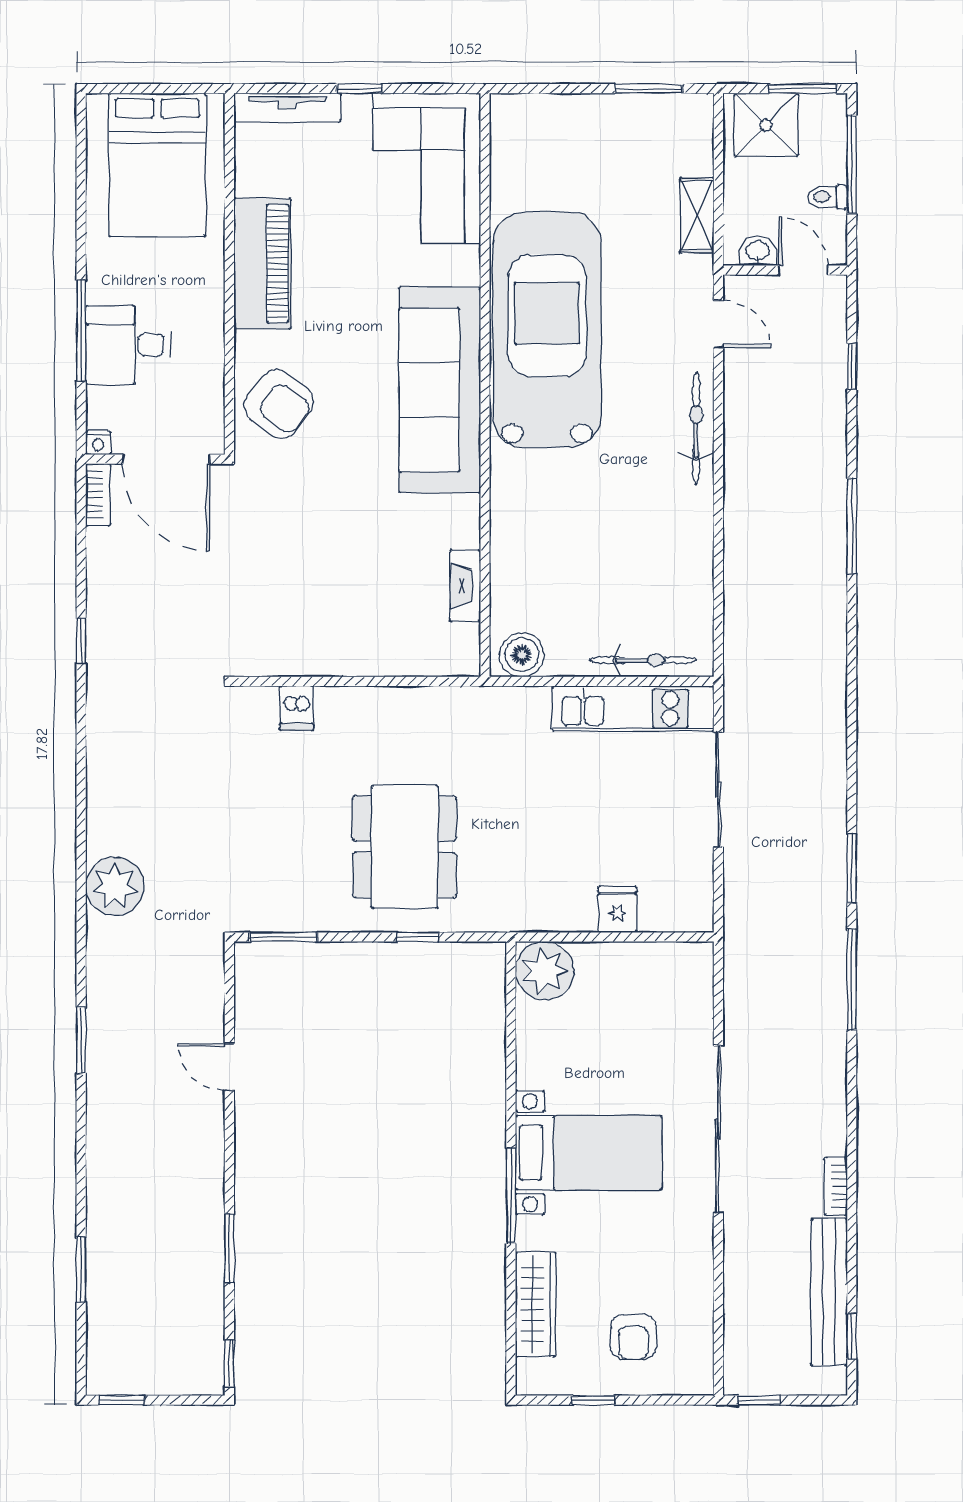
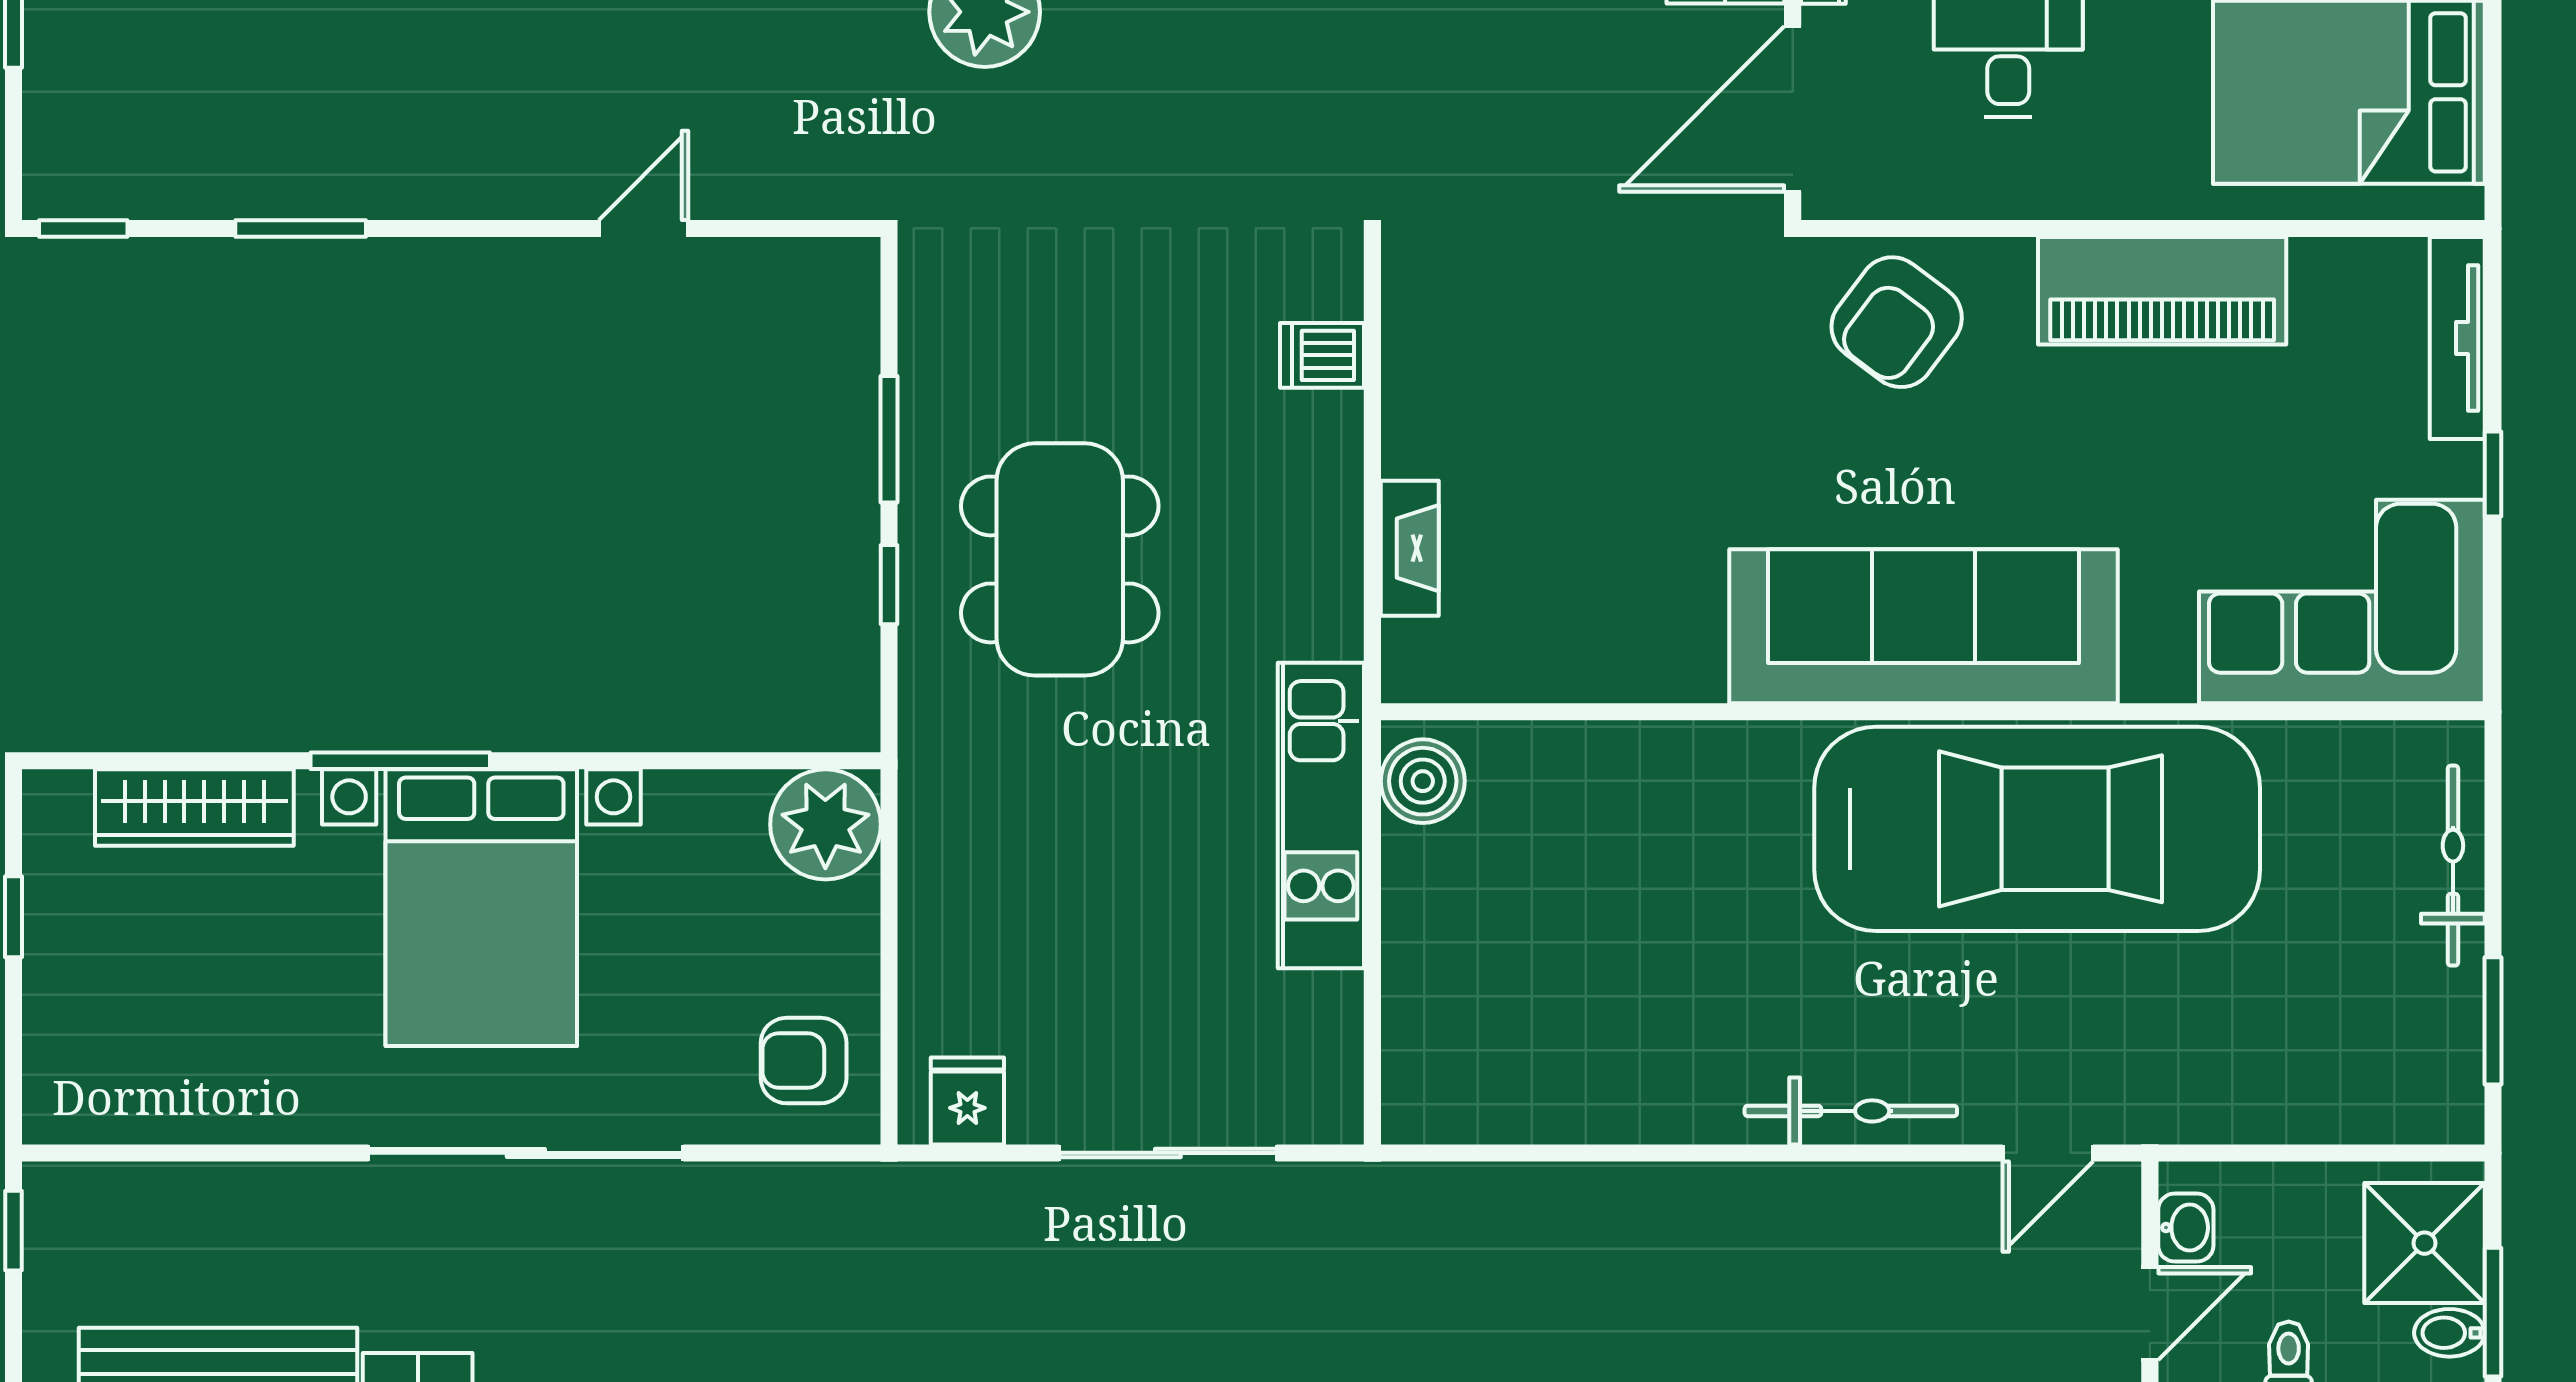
bidet: (813, 112) -> (2449, 1333), added
shelving: (697, 215) -> (2254, 1113), removed
fireplace: (465, 586) -> (1410, 548), moved, turned 90
bicycle: (643, 660) -> (2453, 866), moved, turned 180
kitchen unit: (633, 709) -> (1321, 816), moved
dining table: (404, 847) -> (1060, 559), turned 90
fridge: (617, 910) -> (967, 1101), moved, turned -90
window: (283, 937) -> (889, 439), moved
bed with nightstands: (589, 1153) -> (481, 908), width x1.36
armchair: (633, 1337) -> (804, 1061), moved

